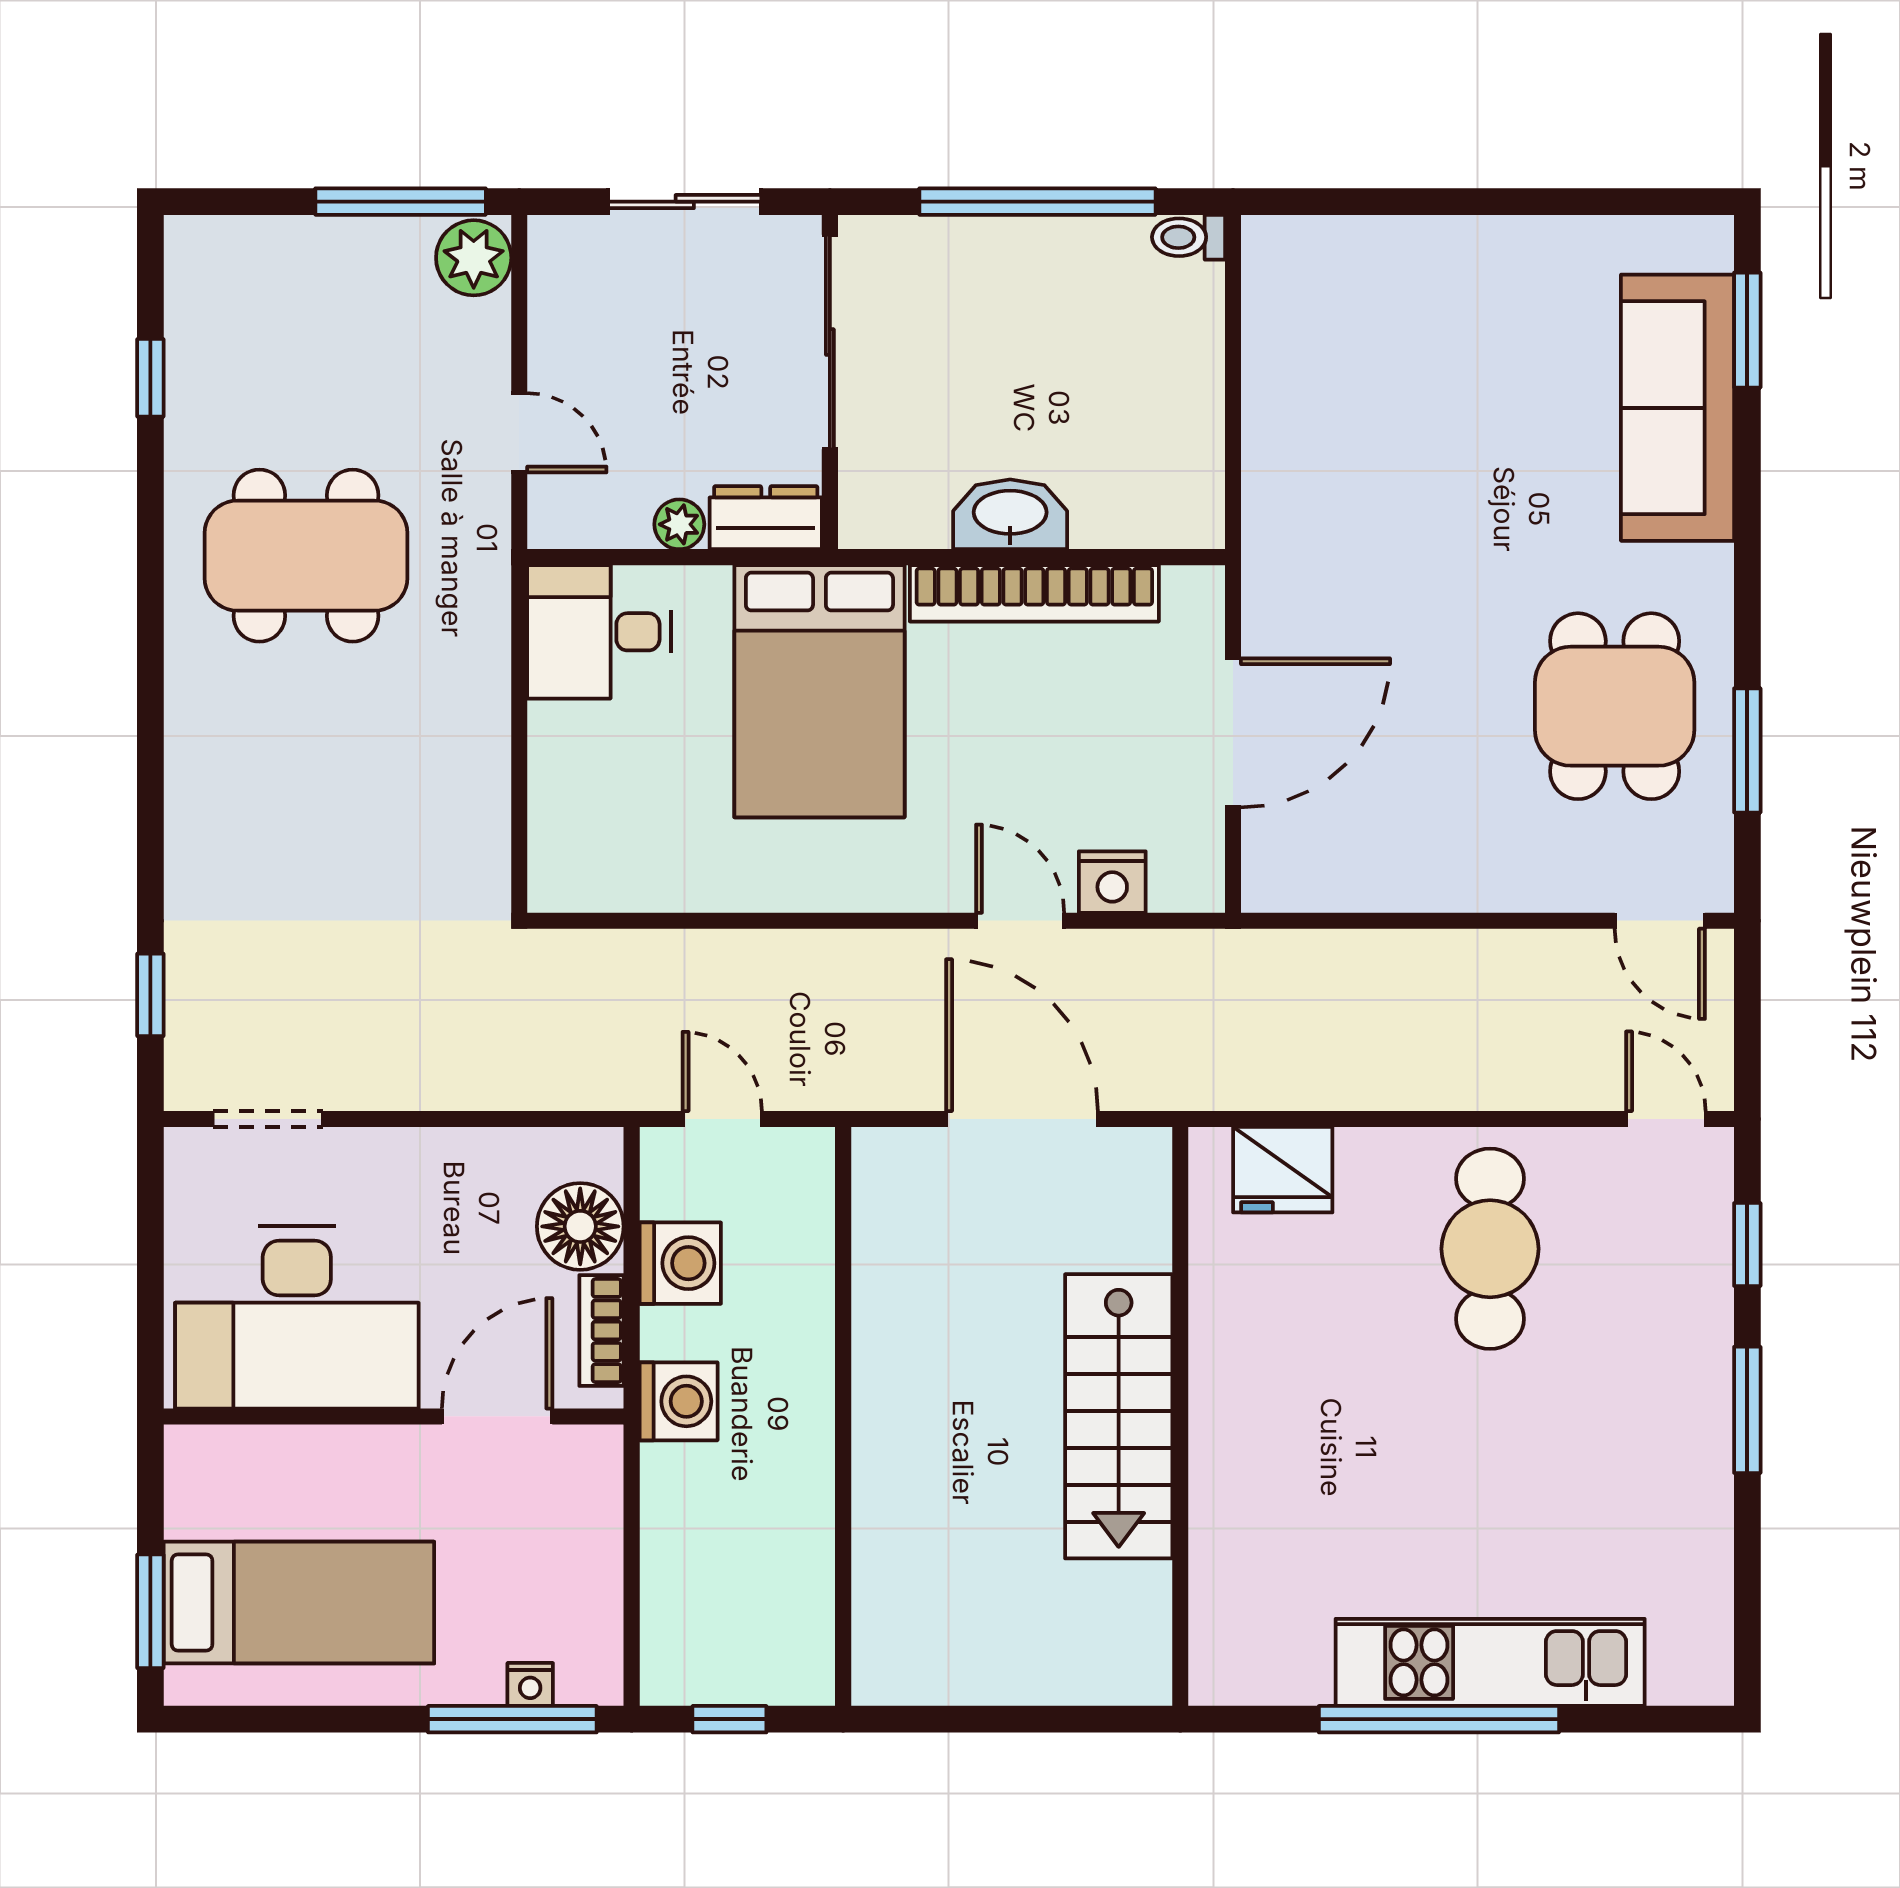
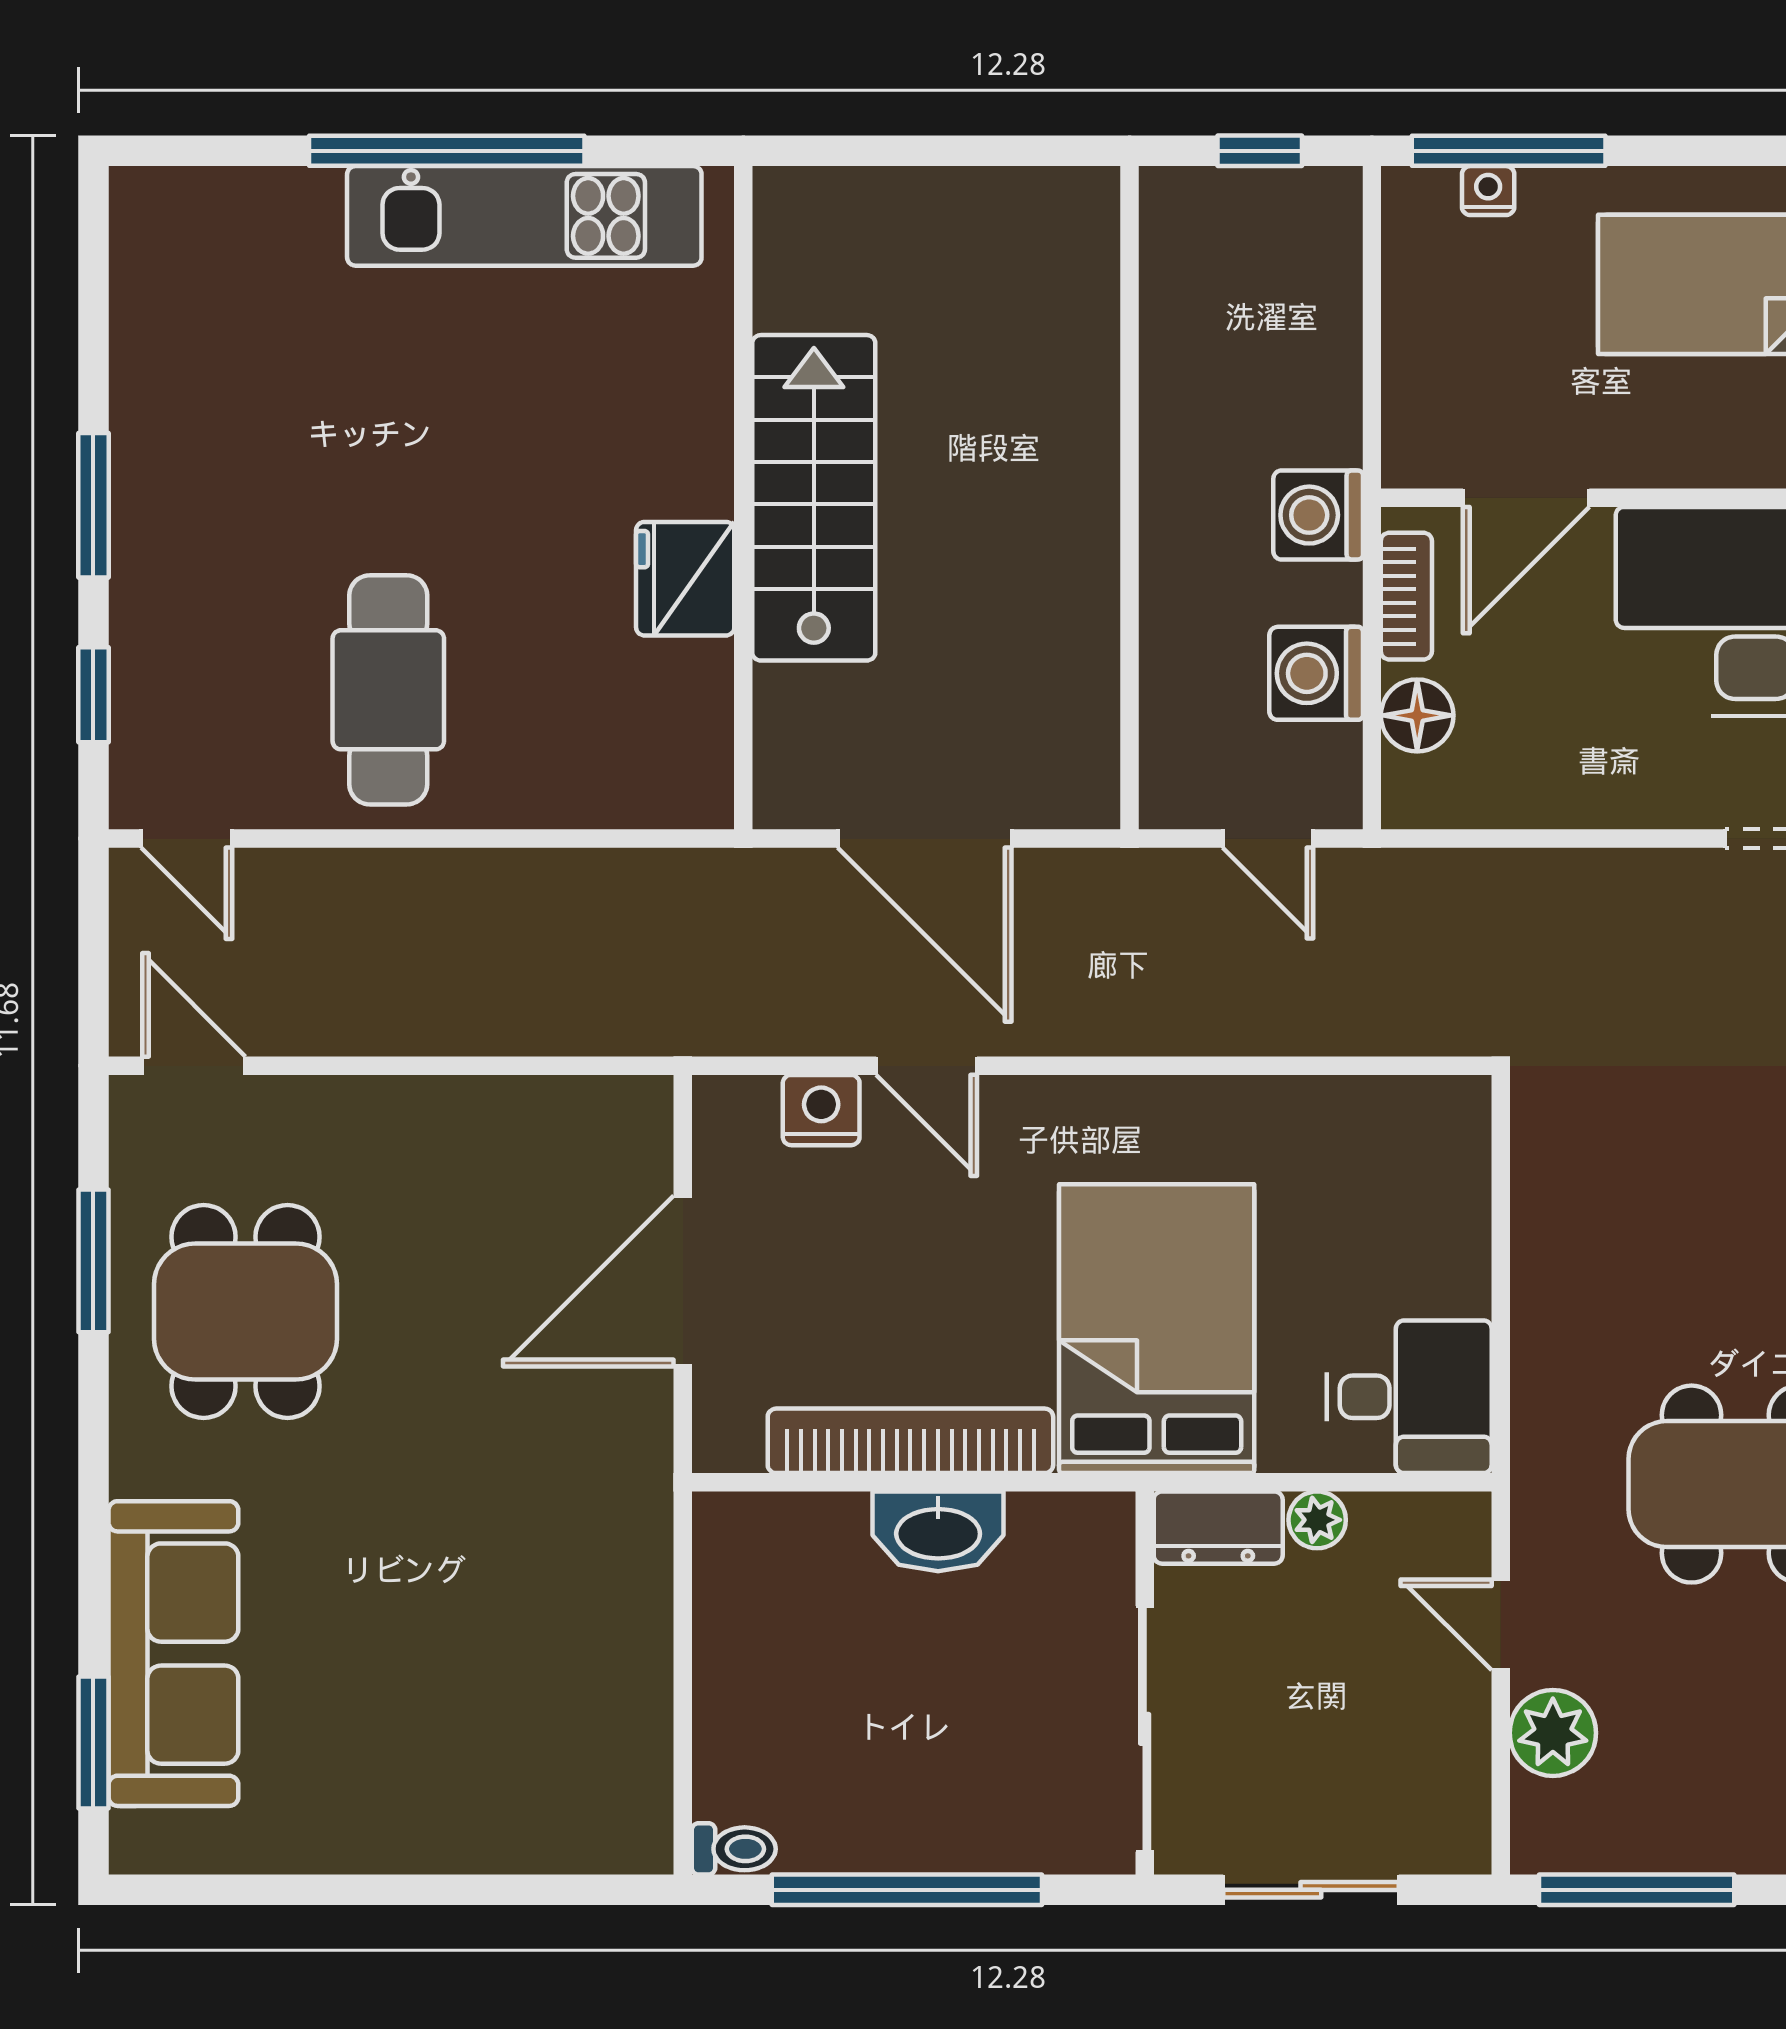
plant: (474, 258) -> (1553, 1733), moved
fridge: (1283, 1170) -> (685, 579), moved, turned -90
floor lamp: (580, 1226) -> (1417, 715), width x0.73, depth x0.73
kitchen unit: (1490, 1662) -> (524, 216), moved

